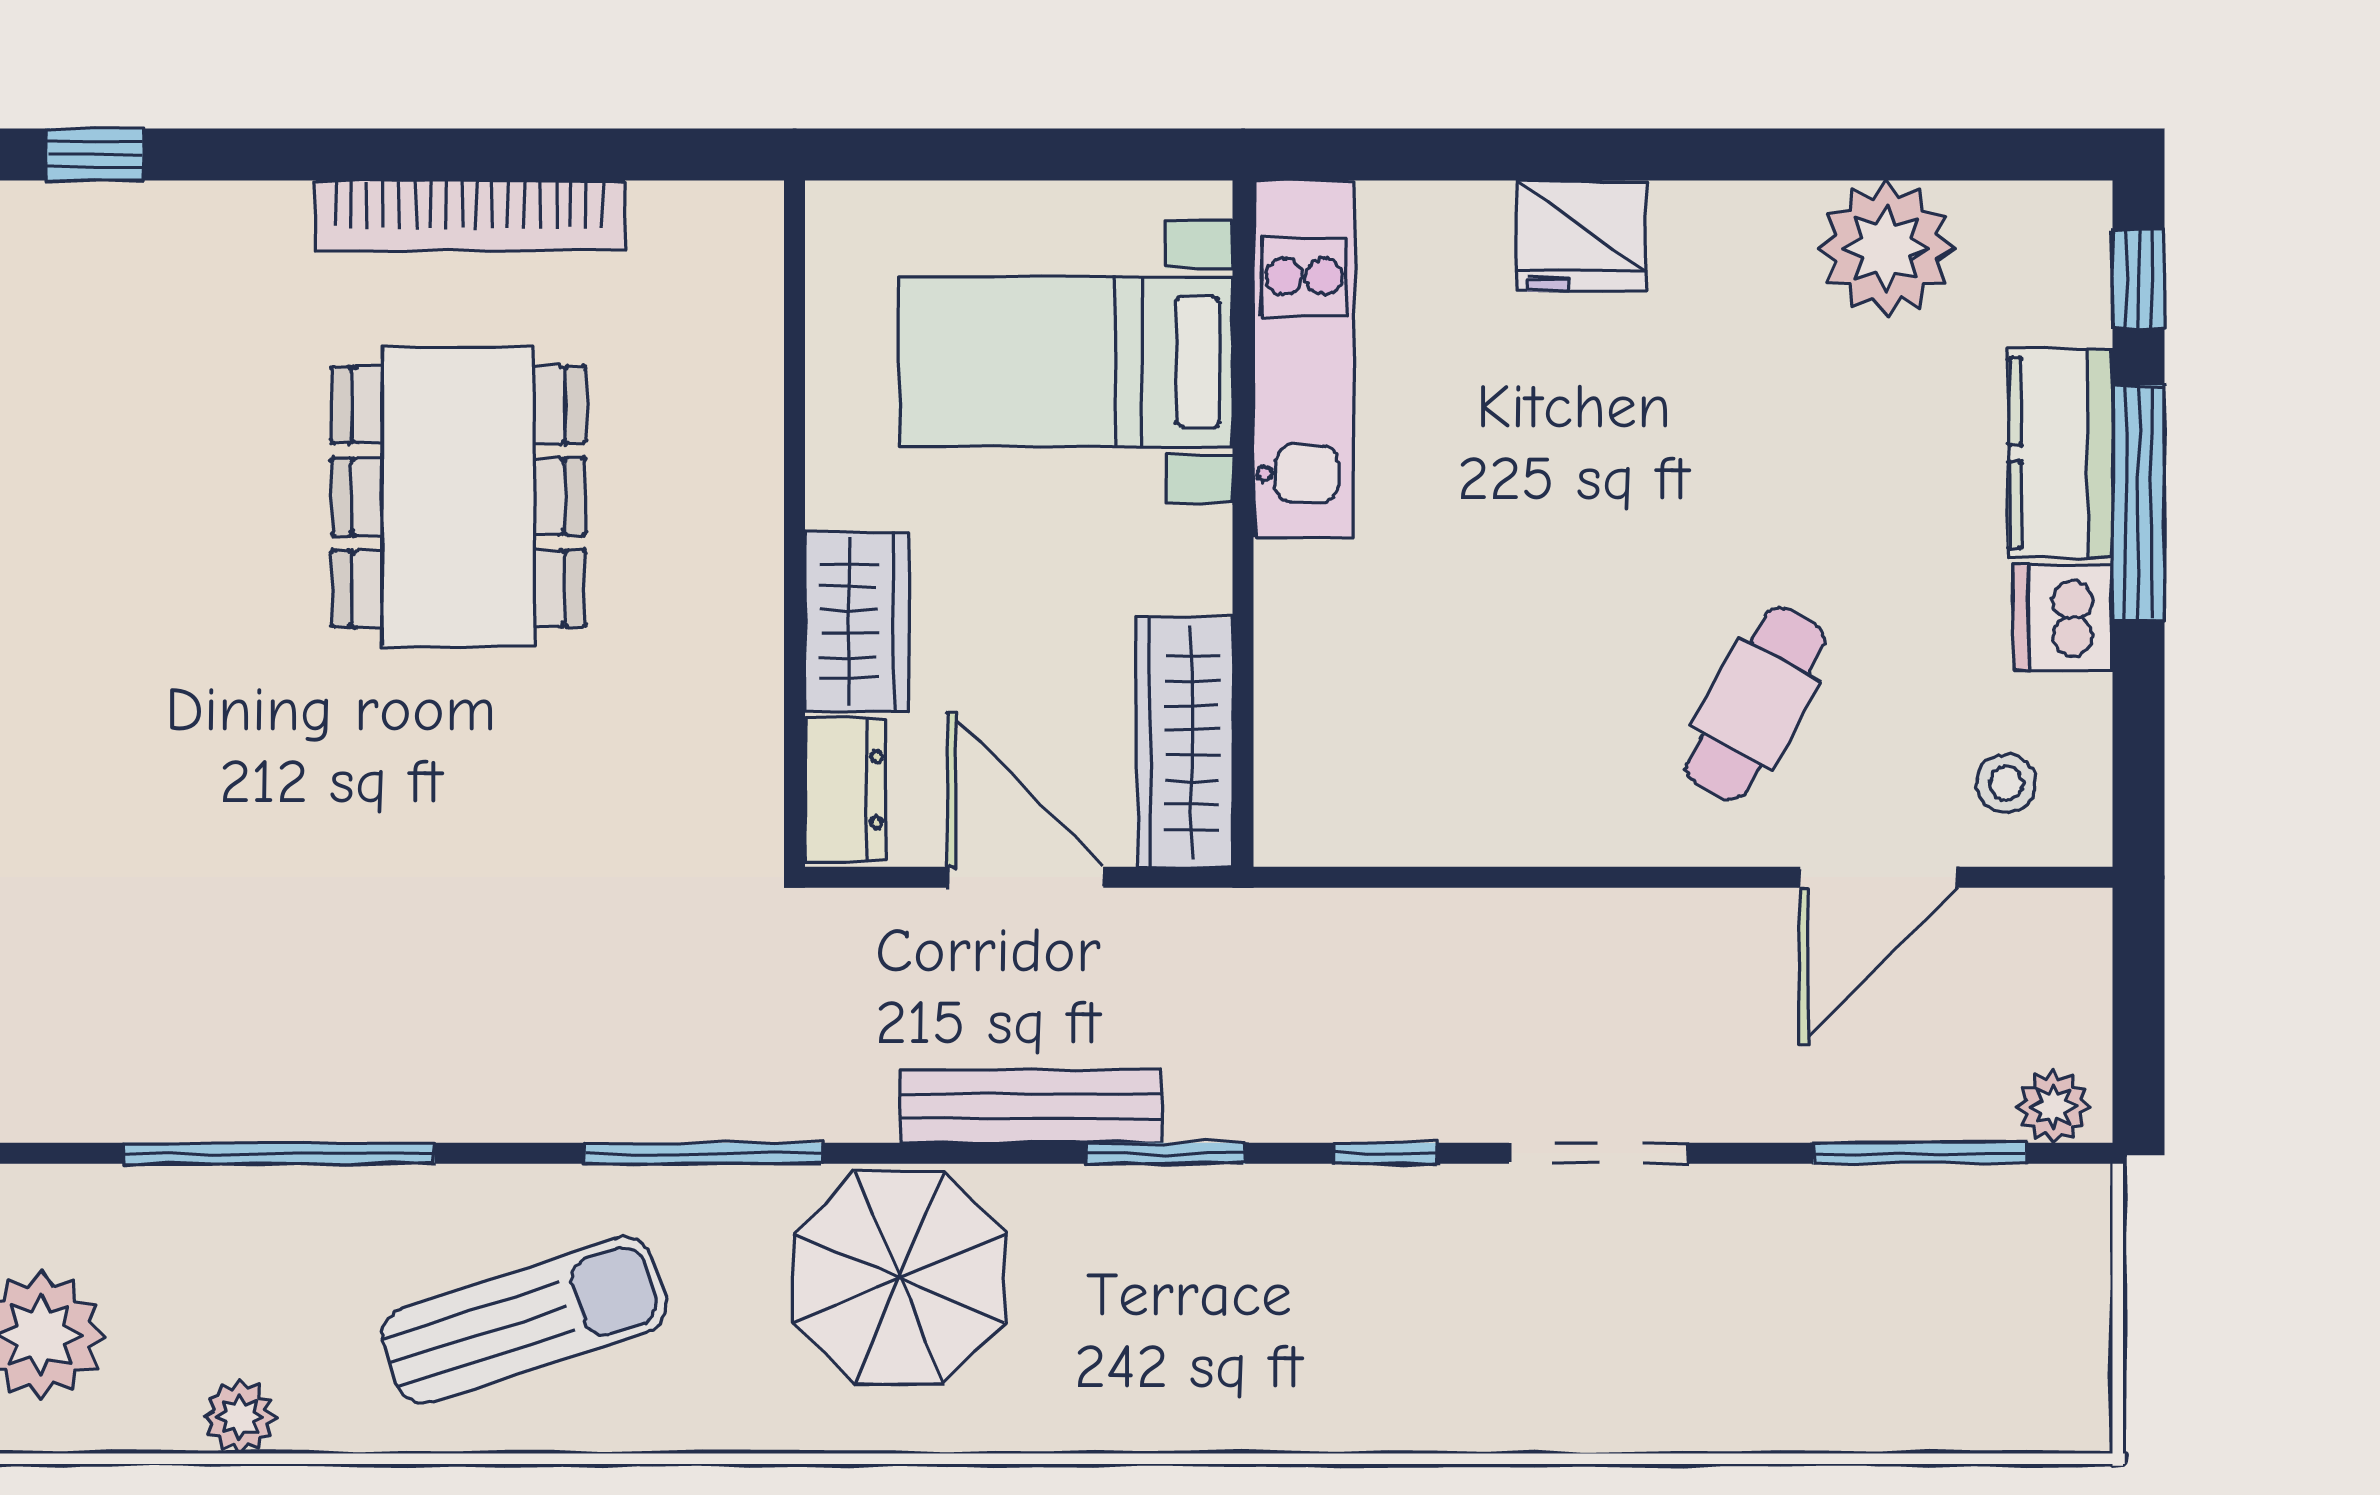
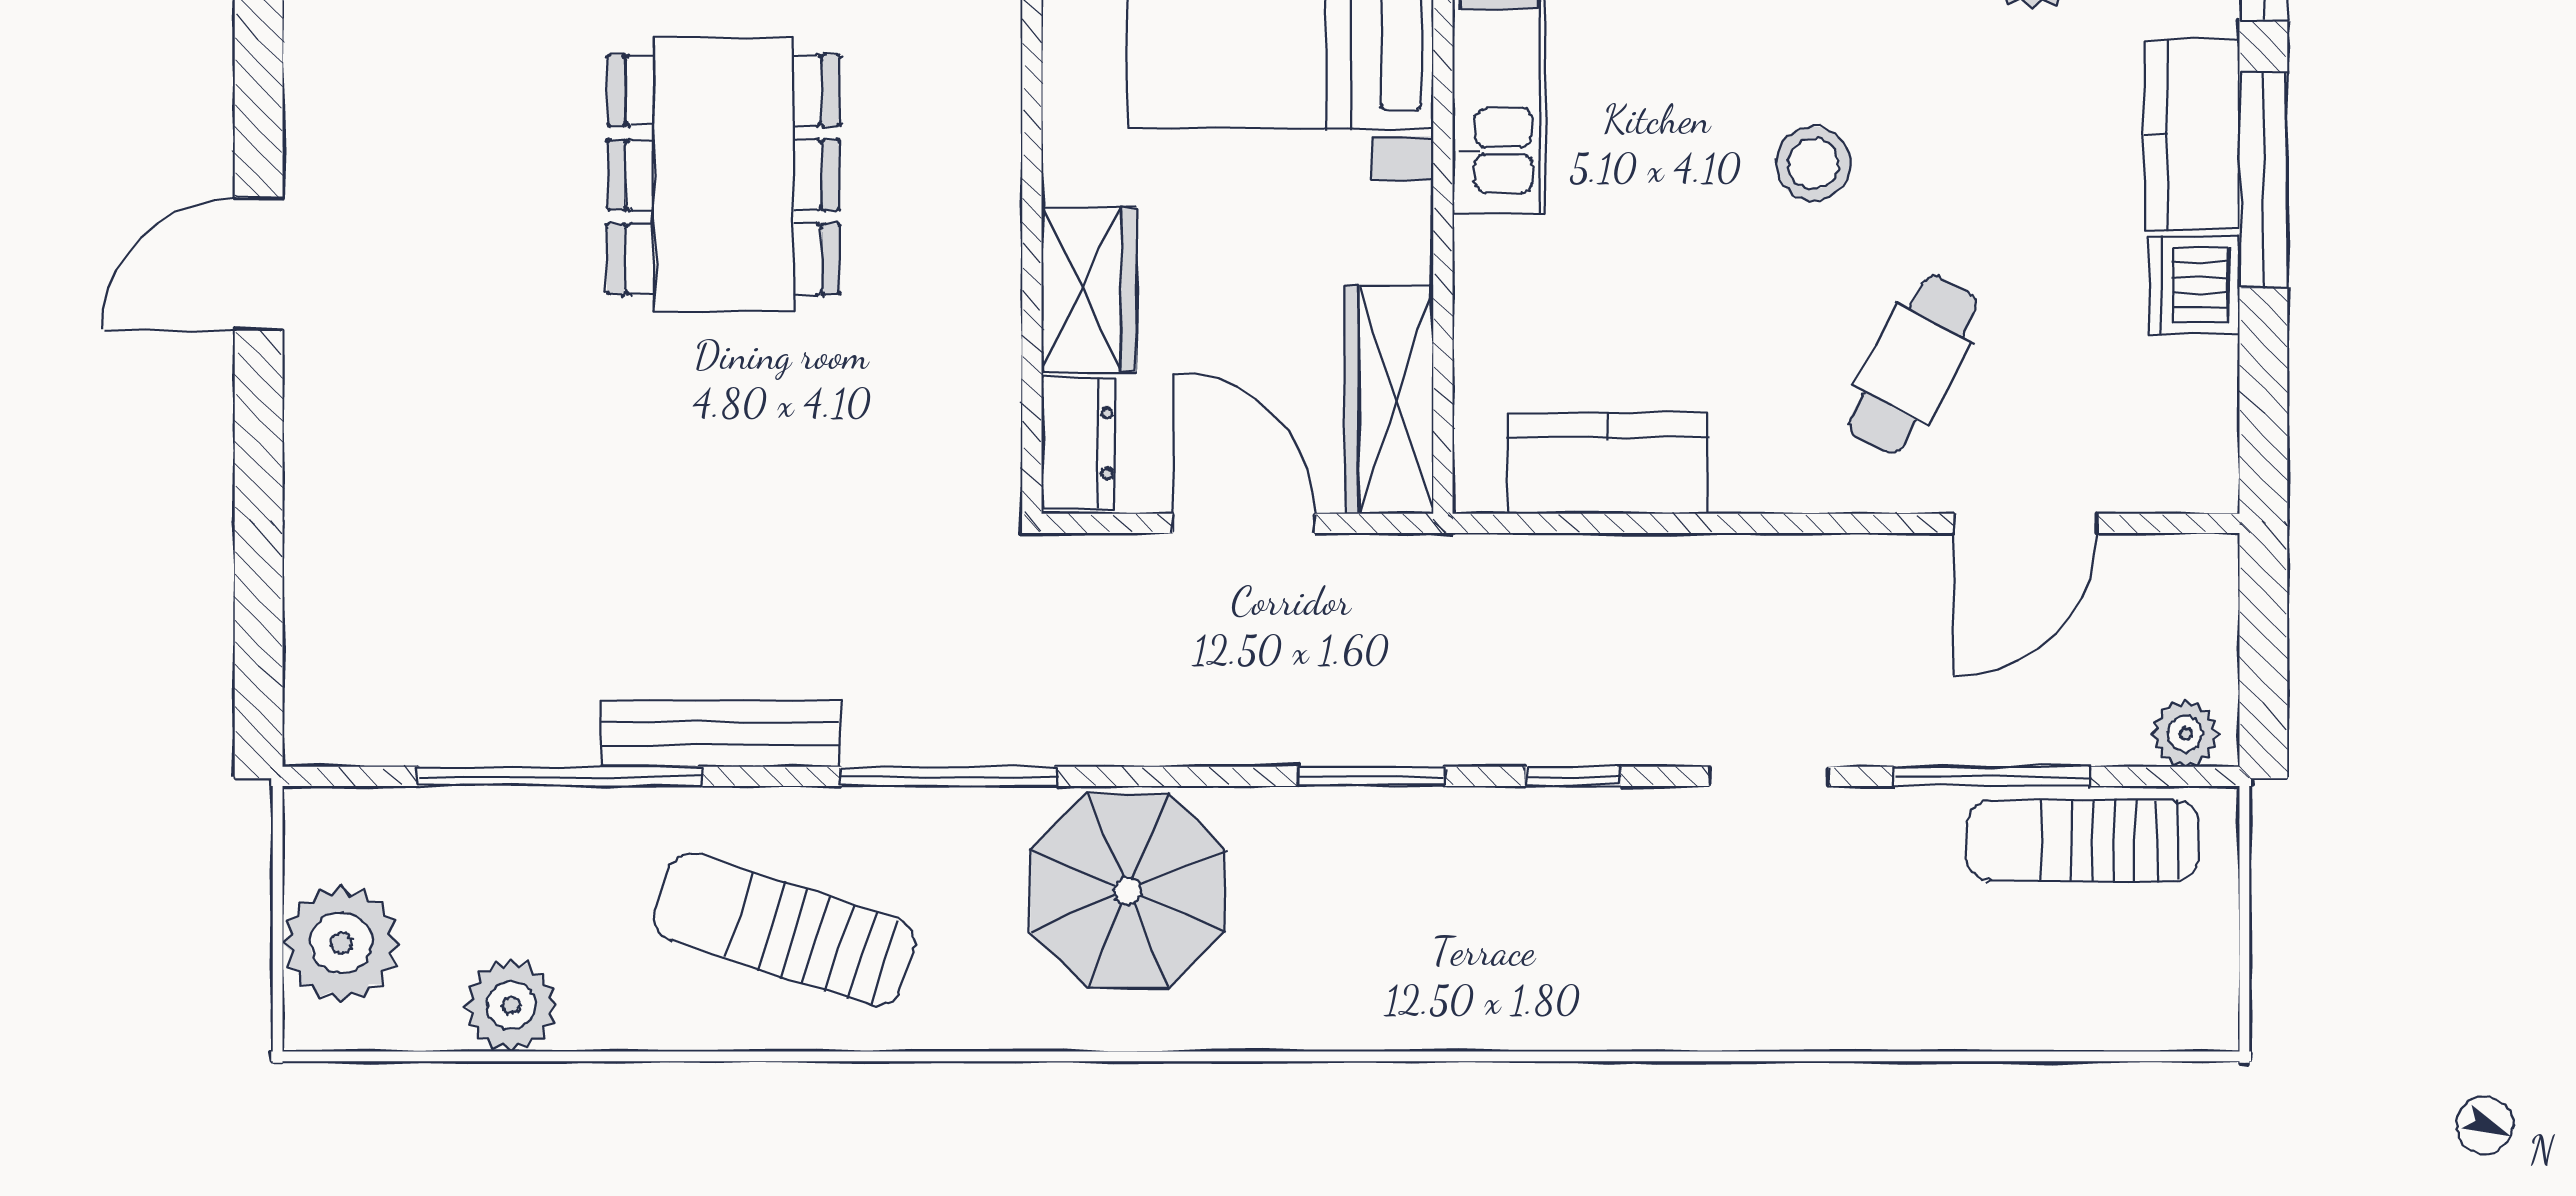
stool: (2006, 783) -> (1813, 164), moved, width x1.37, depth x1.37
kitchen counter: (1423, 812) -> (1608, 464), added
bench: (1032, 1106) -> (720, 733), moved
doorway: (1599, 1153) -> (1769, 776), width x0.73
window: (1920, 1153) -> (1992, 776), moved
sun lounger: (1941, 1224) -> (2083, 841), added
sun lounger: (524, 1320) -> (784, 930), turned -144
plant: (240, 1417) -> (511, 1005), width x1.38, depth x1.38

